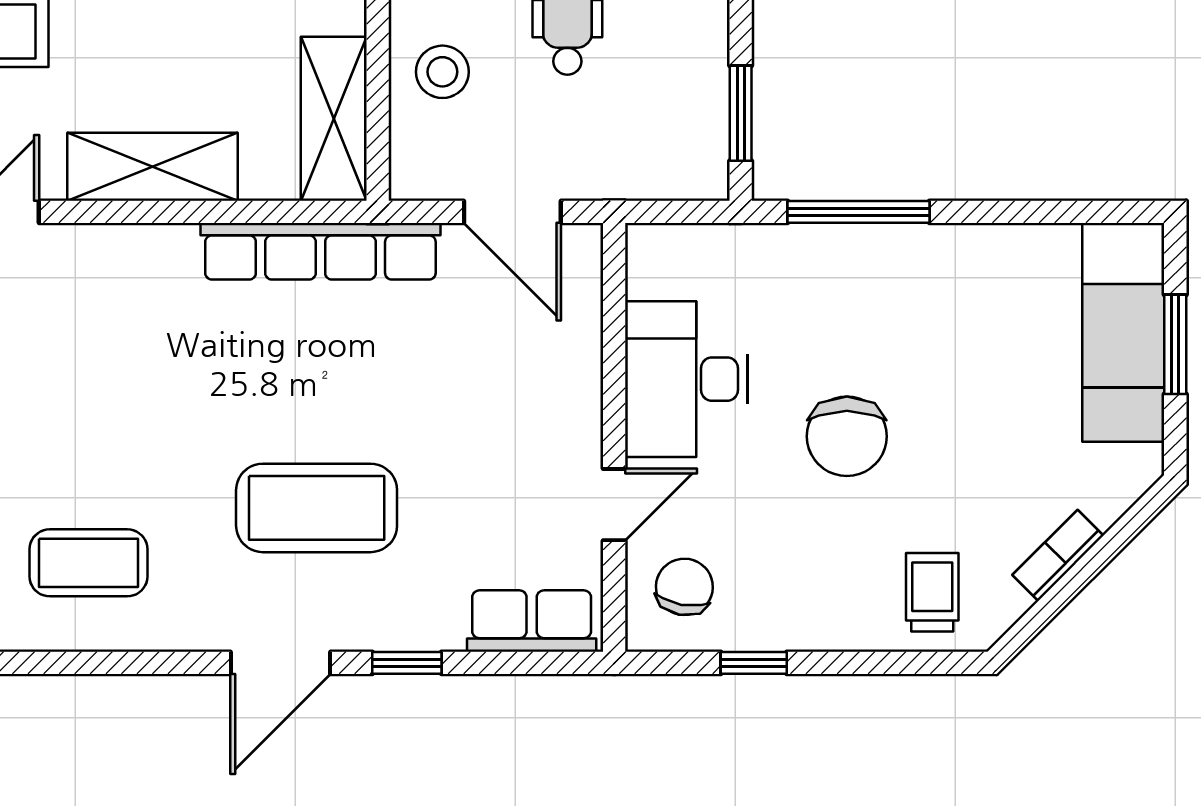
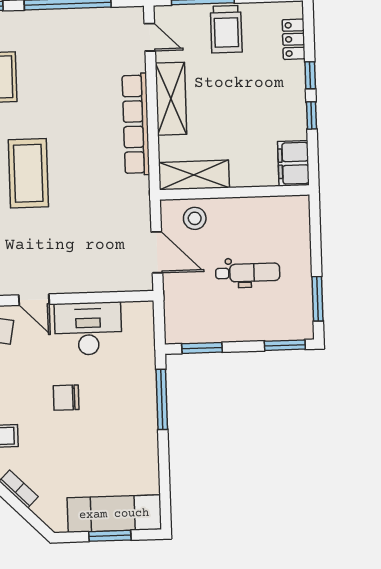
stool: (442, 72) -> (195, 218), moved
door: (512, 212) -> (157, 252), swing flipped
row of seats: (320, 251) -> (136, 124), moved
chair: (847, 436) -> (66, 398), width x0.73, depth x0.73

